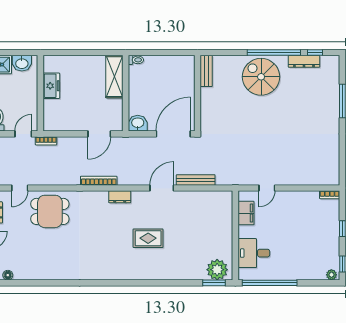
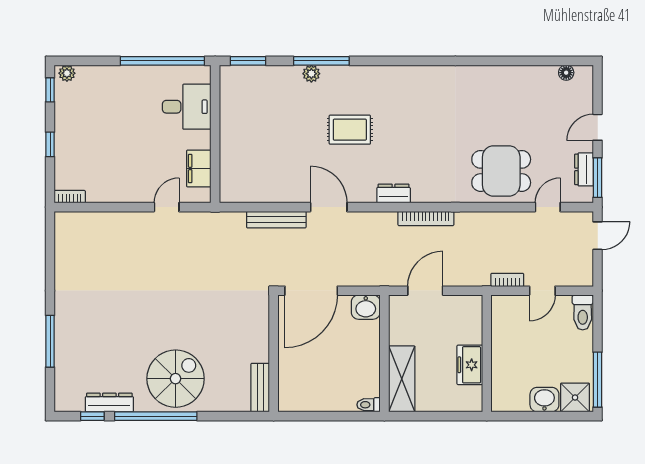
spiral stairs: (261, 77) -> (176, 379), turned -90
freezer: (51, 86) -> (470, 365), moved
wall: (40, 93) -> (487, 353), moved
door: (162, 188) -> (329, 207), swing flipped
plant: (217, 270) -> (311, 74), moved, width x0.53, depth x0.53
window: (166, 283) -> (321, 61), added

